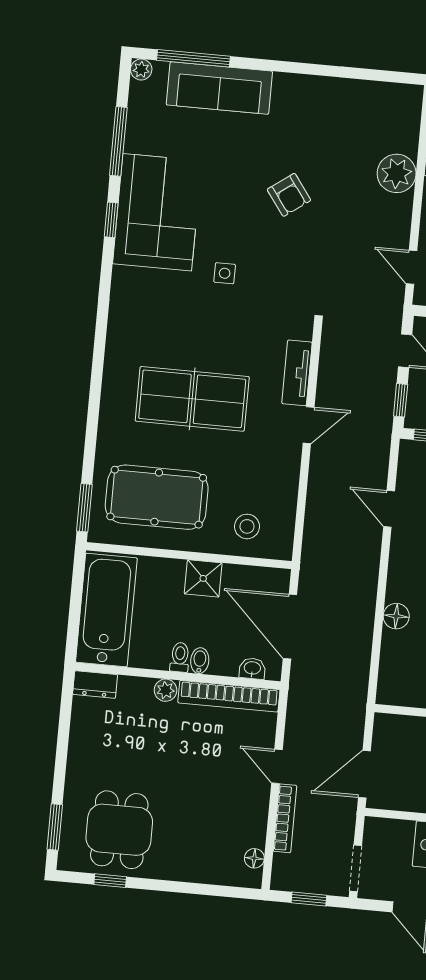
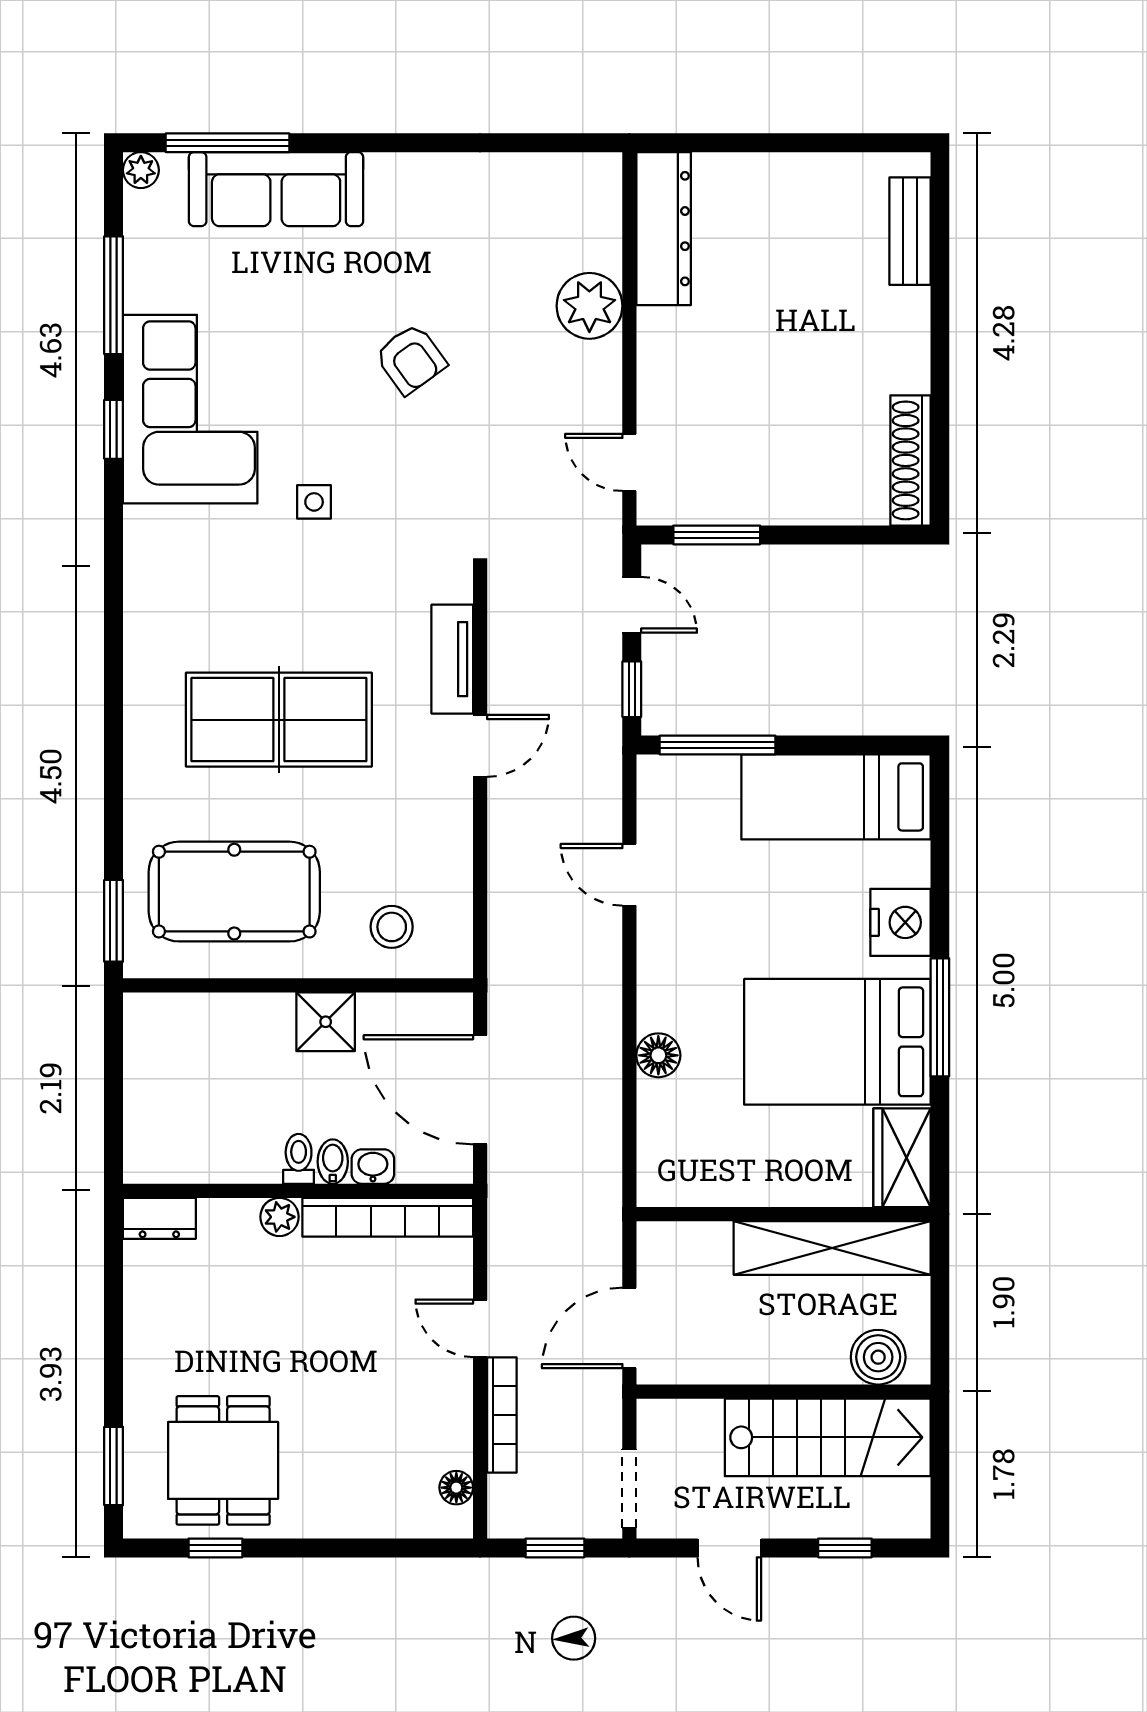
bathtub: (106, 610) -> (167, 1091), removed
washbasin: (252, 668) -> (373, 1167), moved

